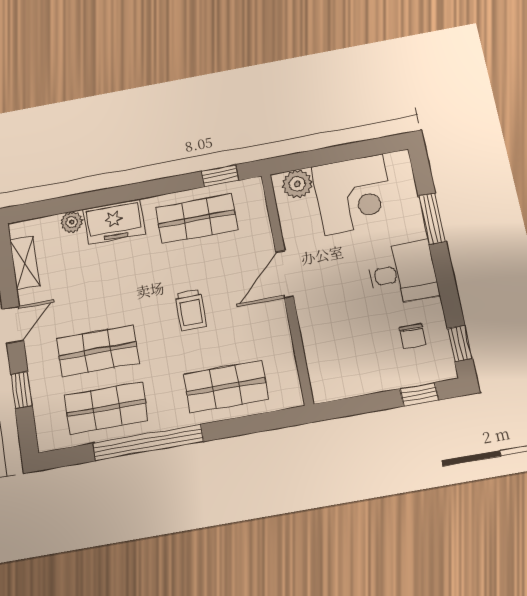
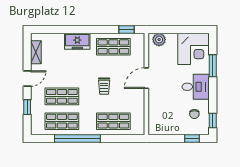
corner desk: (354, 194) -> (194, 49), moved
plant: (72, 222) -> (59, 38), removed

